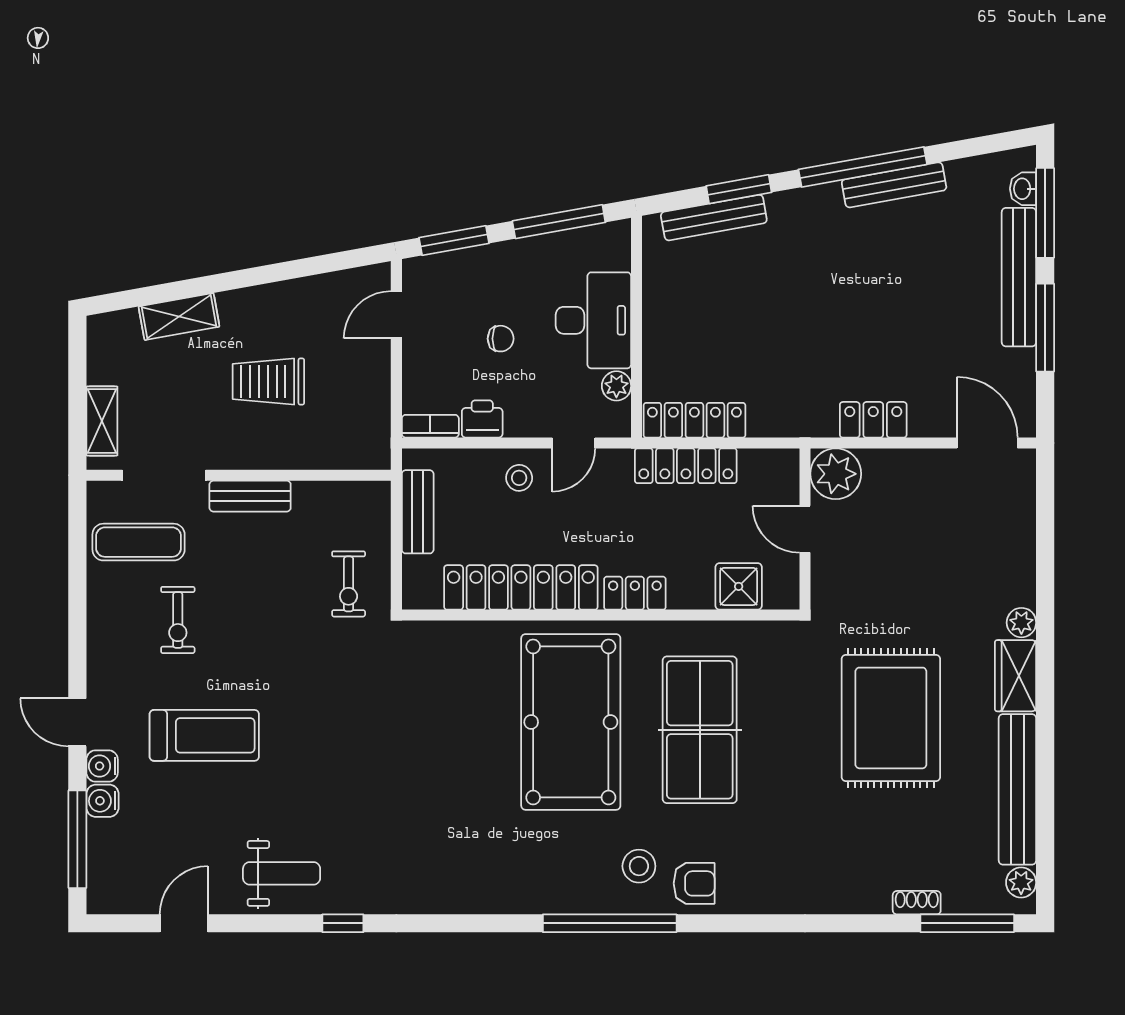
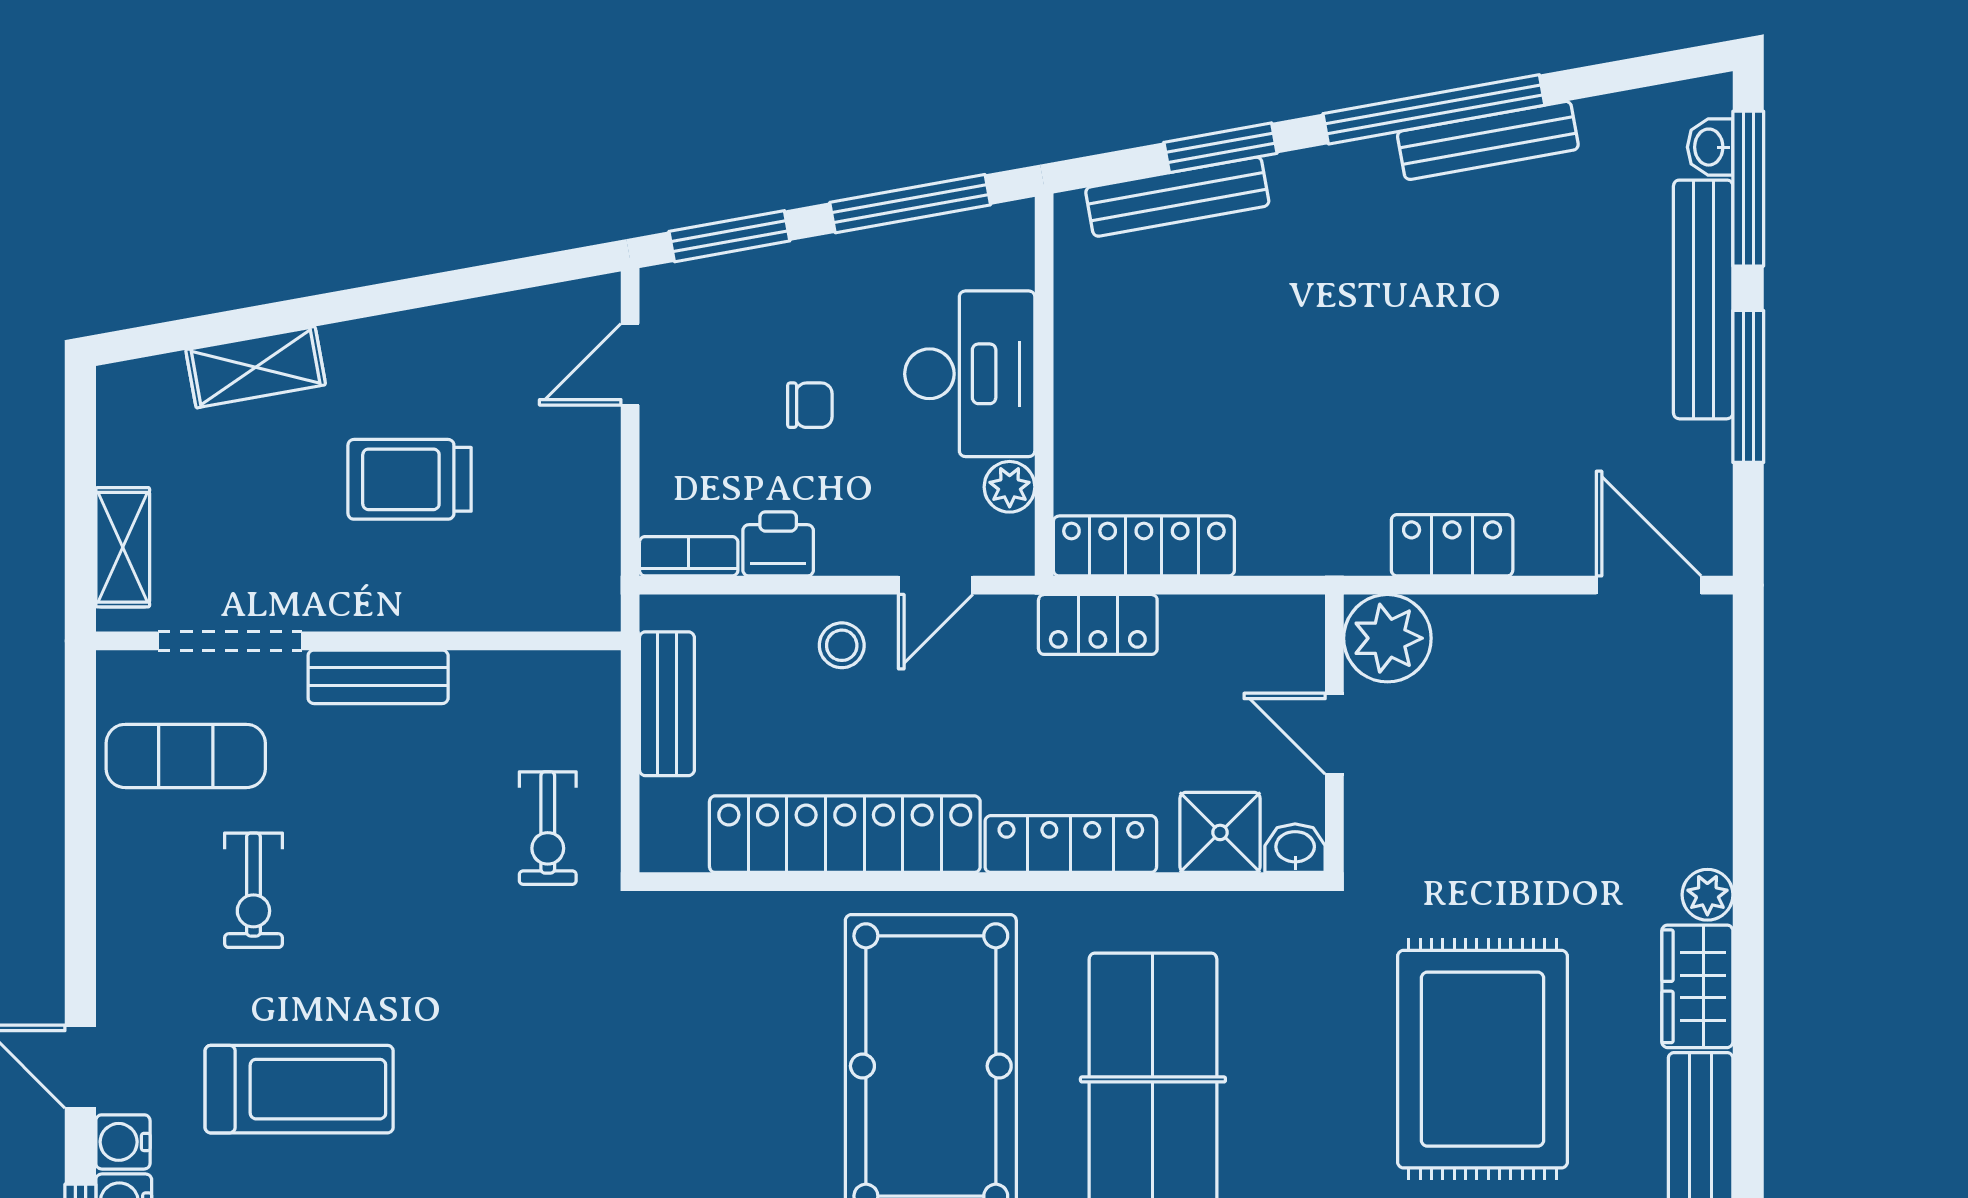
locker: (686, 466) -> (1098, 624), width x0.66
locker: (635, 593) -> (1071, 844), width x1.53
washbasin: (782, 596) -> (1295, 848), added

